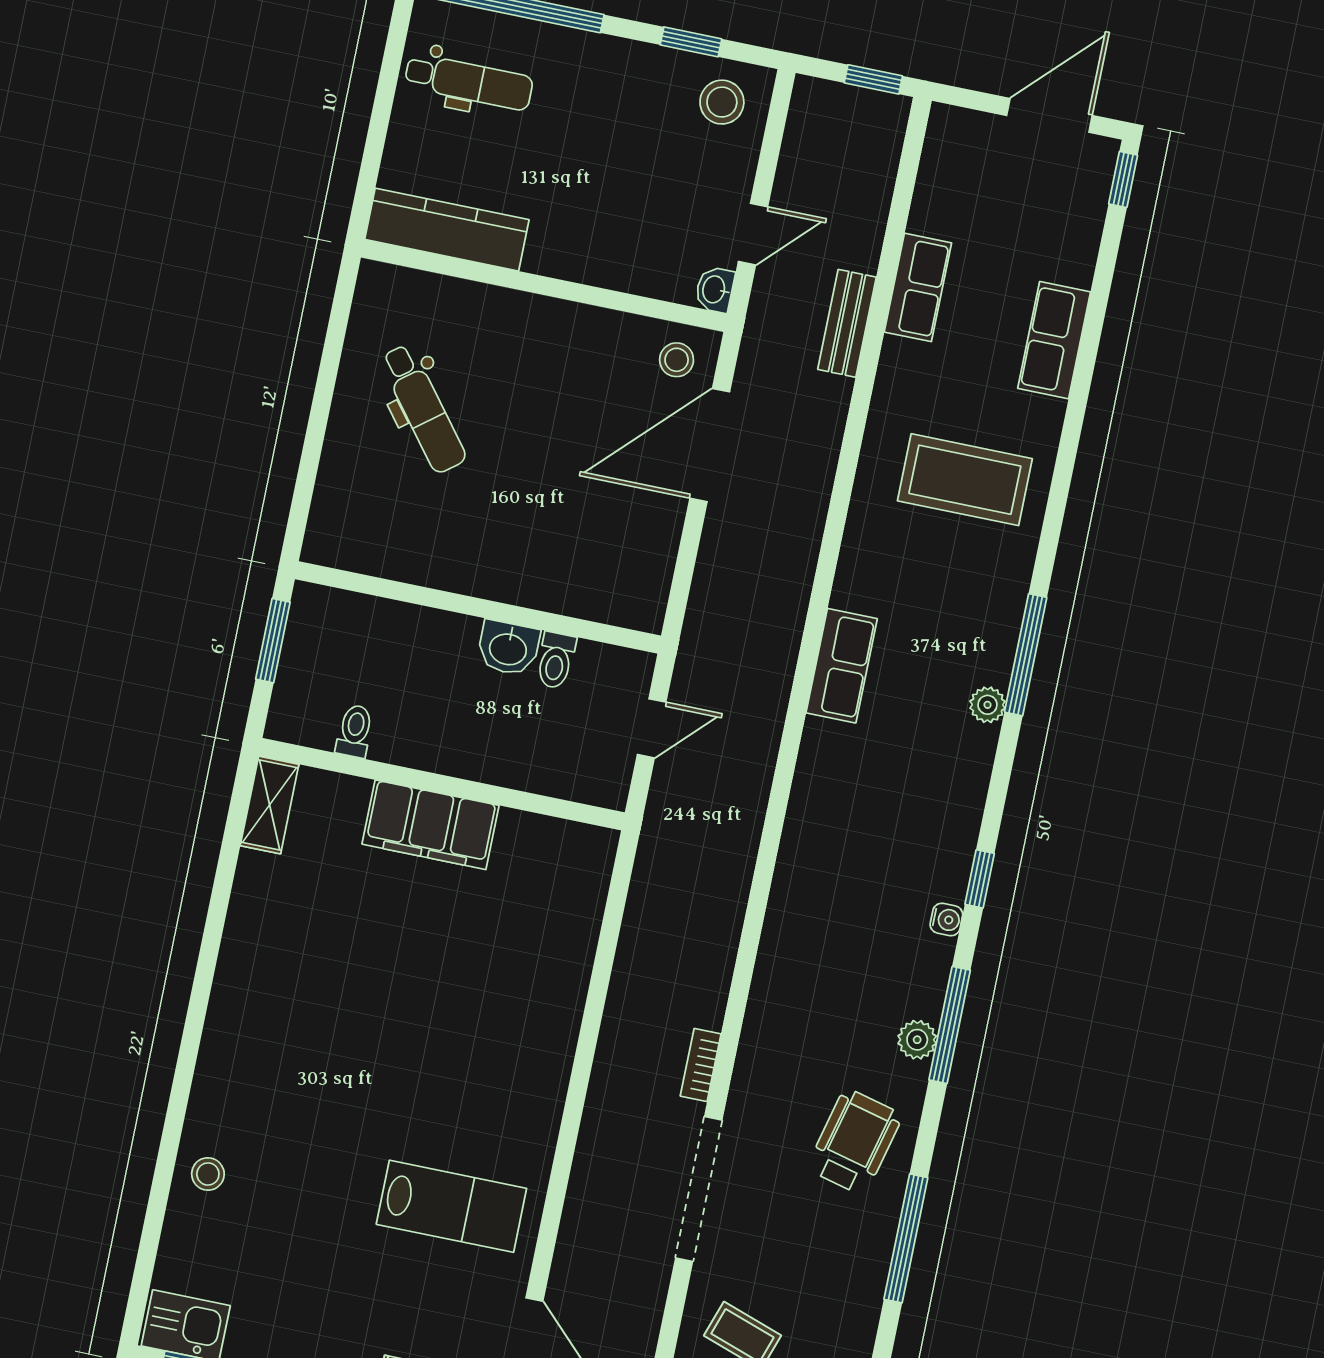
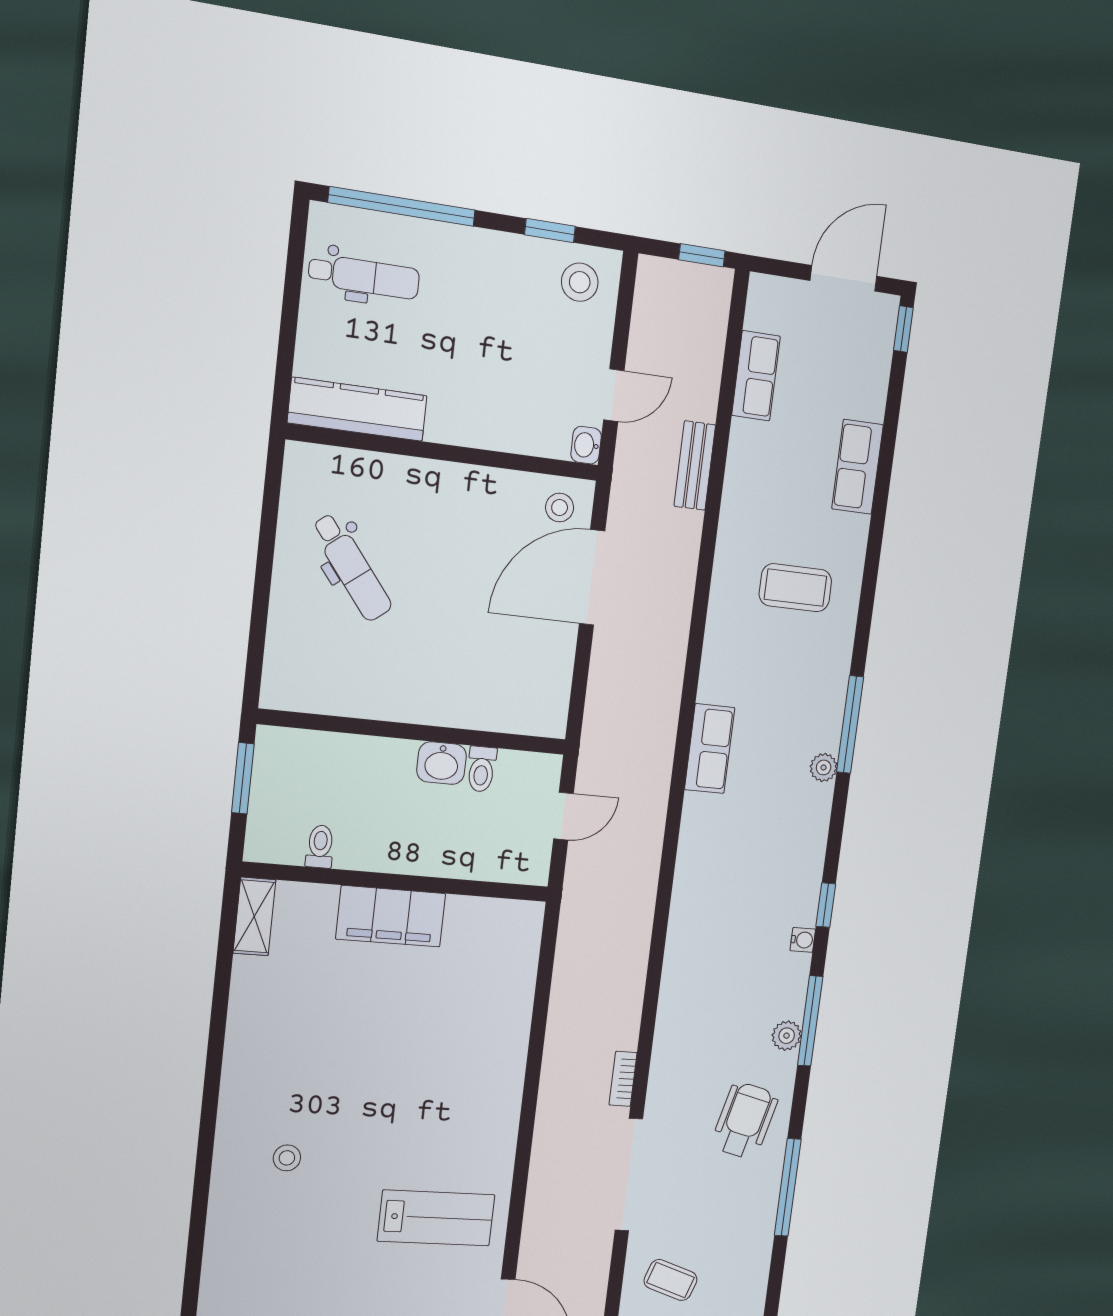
row of seats: (918, 287) -> (756, 376), moved
coffee table: (965, 480) -> (795, 588), width x0.73, depth x0.76
stool: (208, 1174) -> (287, 1158), moved

